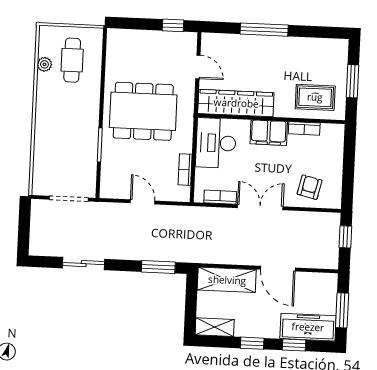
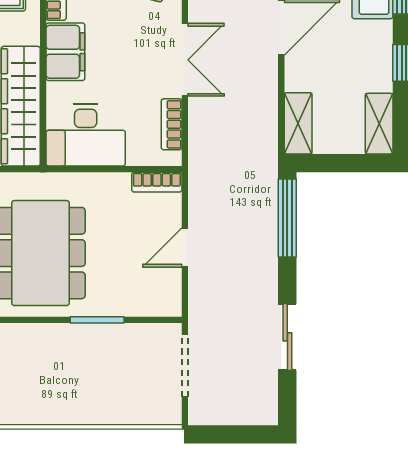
bookcase: (185, 170) -> (157, 182), moved
double door: (260, 207) -> (185, 60), swing flipped
window: (158, 267) -> (287, 218), width x1.44
shelving: (227, 280) -> (298, 123), width x0.67, depth x0.75

